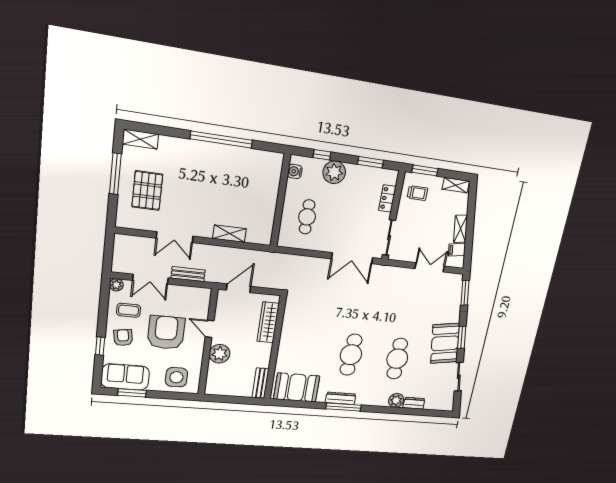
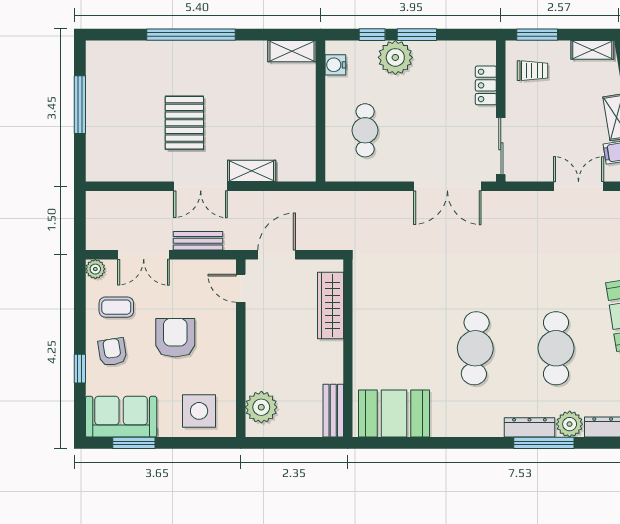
shelving: (140, 139) -> (292, 51), moved
window: (221, 139) -> (191, 35), moved
window: (371, 162) -> (417, 35), moved
pallet: (147, 191) -> (184, 123), moved
double door: (175, 237) -> (201, 186), moved
door: (210, 329) -> (241, 288), moved
armchair: (166, 333) -> (175, 338), width x0.73, depth x0.73
plant: (220, 354) -> (261, 407), moved
dresser: (341, 398) -> (529, 427), moved
window: (344, 407) -> (544, 443), moved

